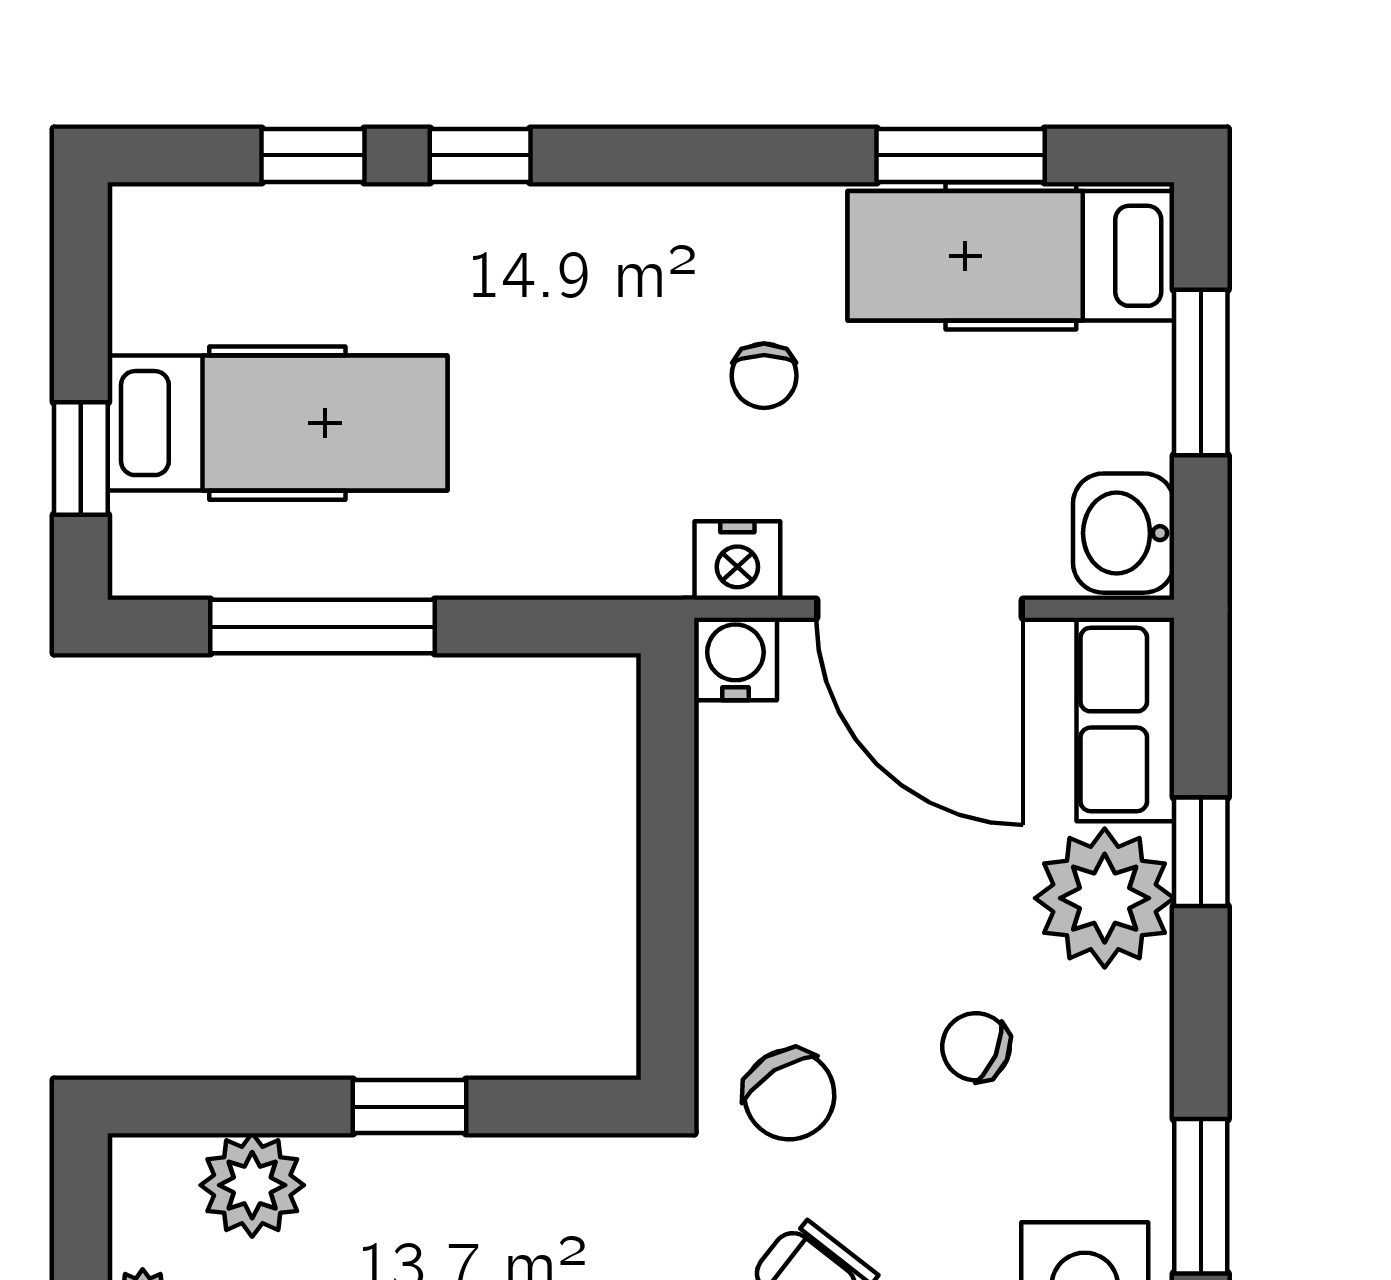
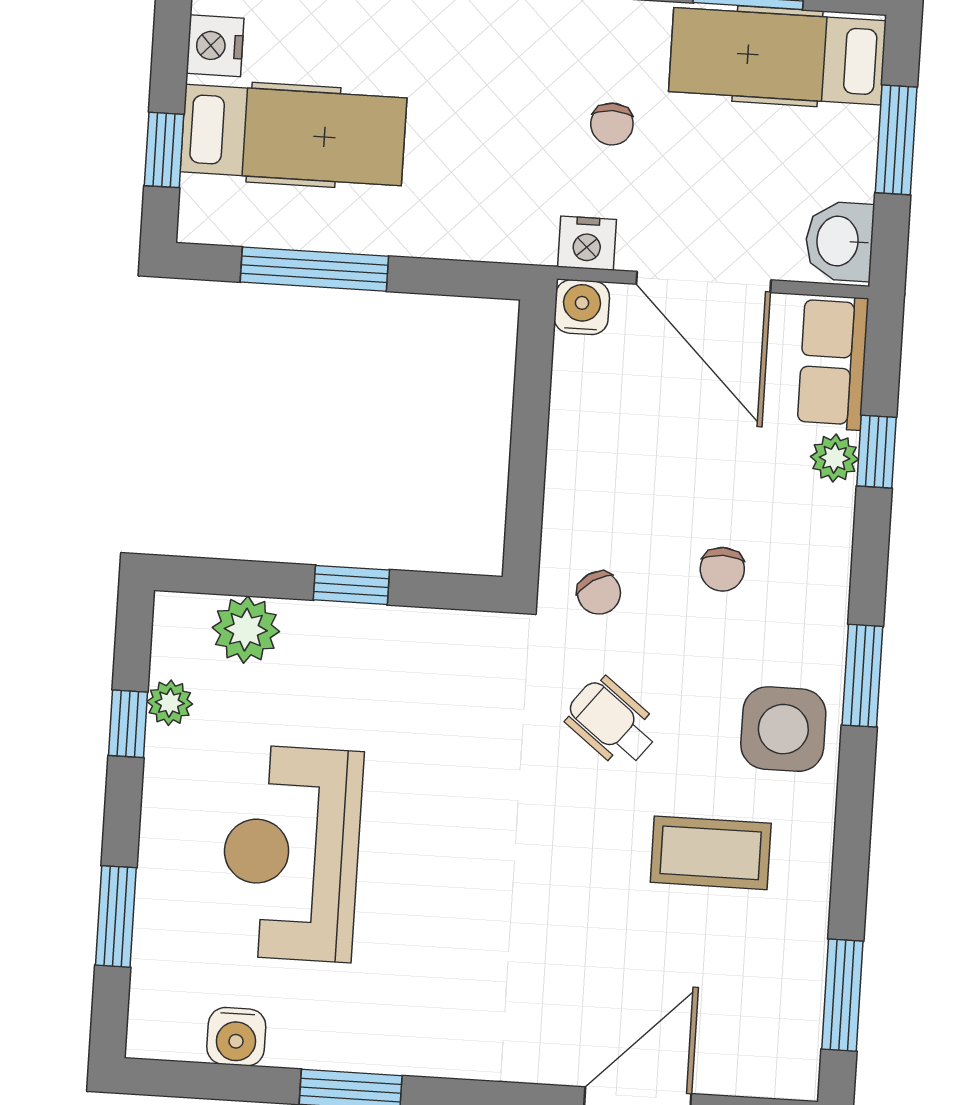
nightstand: (149, 294) -> (215, 46), added
plant: (1105, 898) -> (834, 458), width x0.53, depth x0.53
chair: (976, 1047) -> (722, 569), turned -113
chair: (789, 1095) -> (599, 593), width x0.73, depth x0.73

